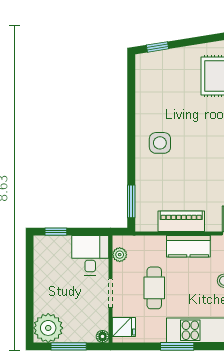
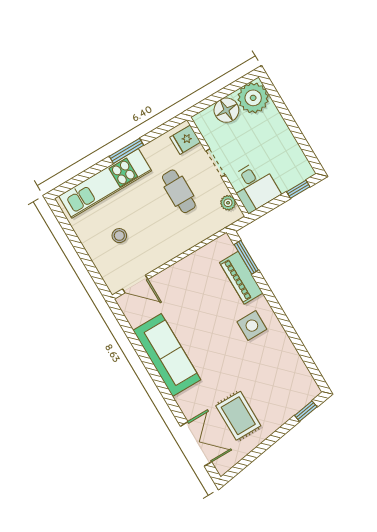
piano: (181, 221) -> (241, 278), moved, turned 90
kitchen counter: (188, 246) -> (170, 247), removed
floor lamp: (102, 336) -> (226, 110), moved, width x1.89, depth x1.89
window: (69, 346) -> (225, 92), removed

